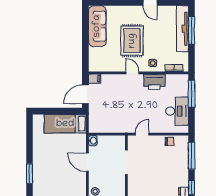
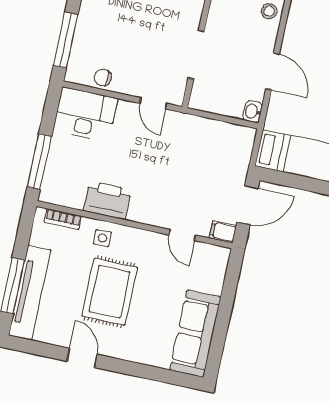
rug: (132, 41) -> (110, 292), moved
door: (133, 73) -> (182, 235), moved
desk: (177, 111) -> (85, 114), moved, turned 90
door: (142, 134) -> (153, 103), hinge flipped

